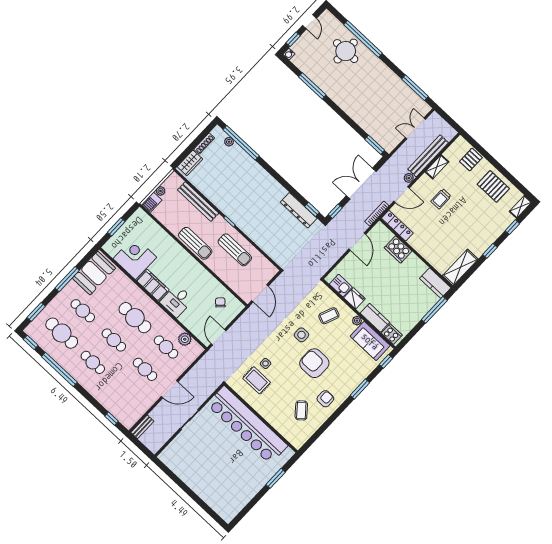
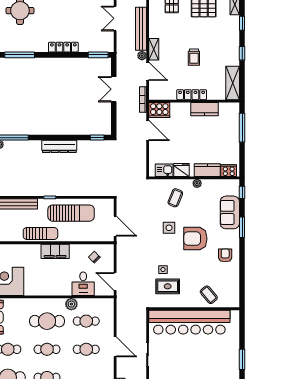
locker: (353, 112) -> (63, 47), added
shelving: (437, 167) -> (154, 49), moved
double door: (361, 184) -> (114, 89), width x0.73
door: (402, 195) -> (148, 71), hinge flipped
trolley: (441, 199) -> (194, 57), moved
dresser: (299, 210) -> (59, 146), moved
window: (335, 211) -> (114, 124), removed
locker: (397, 226) -> (192, 95), moved
cooker: (398, 249) -> (159, 110), moved
sun lounger: (235, 250) -> (71, 213), width x1.36, depth x1.34
kitchen counter: (435, 283) -> (205, 109), moved
filing cabinet: (153, 285) -> (55, 251), moved, turned 180
desk: (177, 301) -> (83, 284), moved
plant: (185, 339) -> (71, 304), moved
sofa: (370, 341) -> (230, 212), moved, turned 90
door: (170, 389) -> (115, 347), hinge flipped
coffee table: (301, 410) -> (209, 295), moved
window: (276, 478) -> (242, 359), moved

